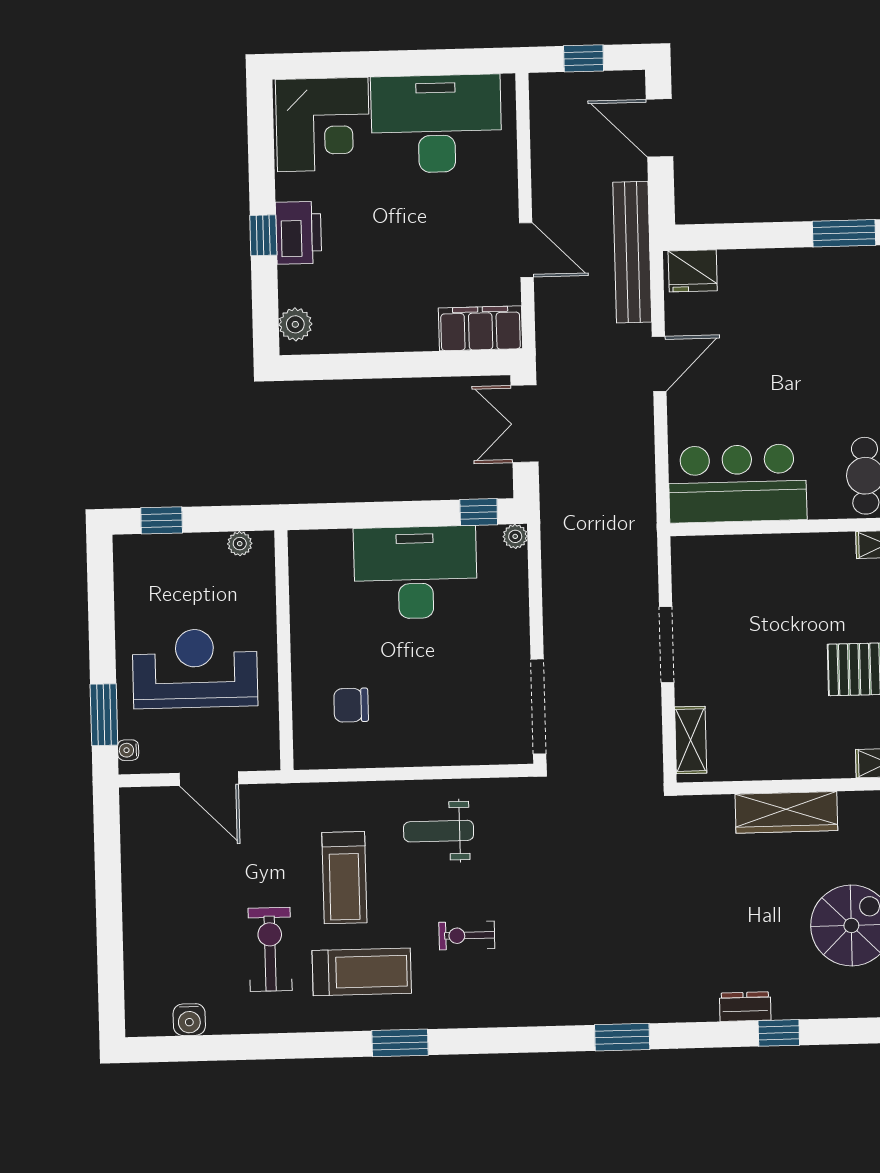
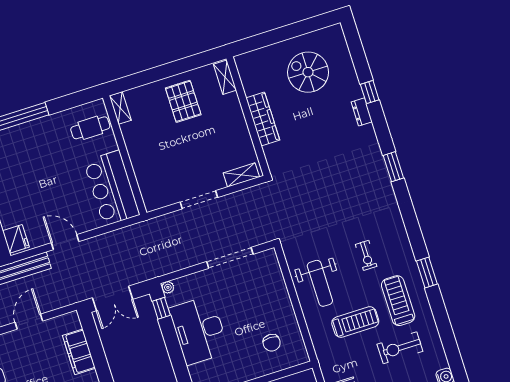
filing cabinet: (481, 328) -> (79, 352), moved
doorway: (538, 707) -> (230, 258), moved
weight bench: (439, 831) -> (320, 283), width x1.36, depth x1.33

